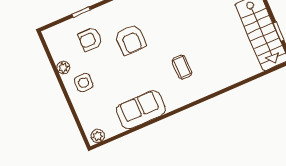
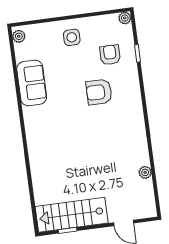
coffee table: (182, 67) -> (60, 132), removed
plant: (63, 68) -> (125, 18), moved

